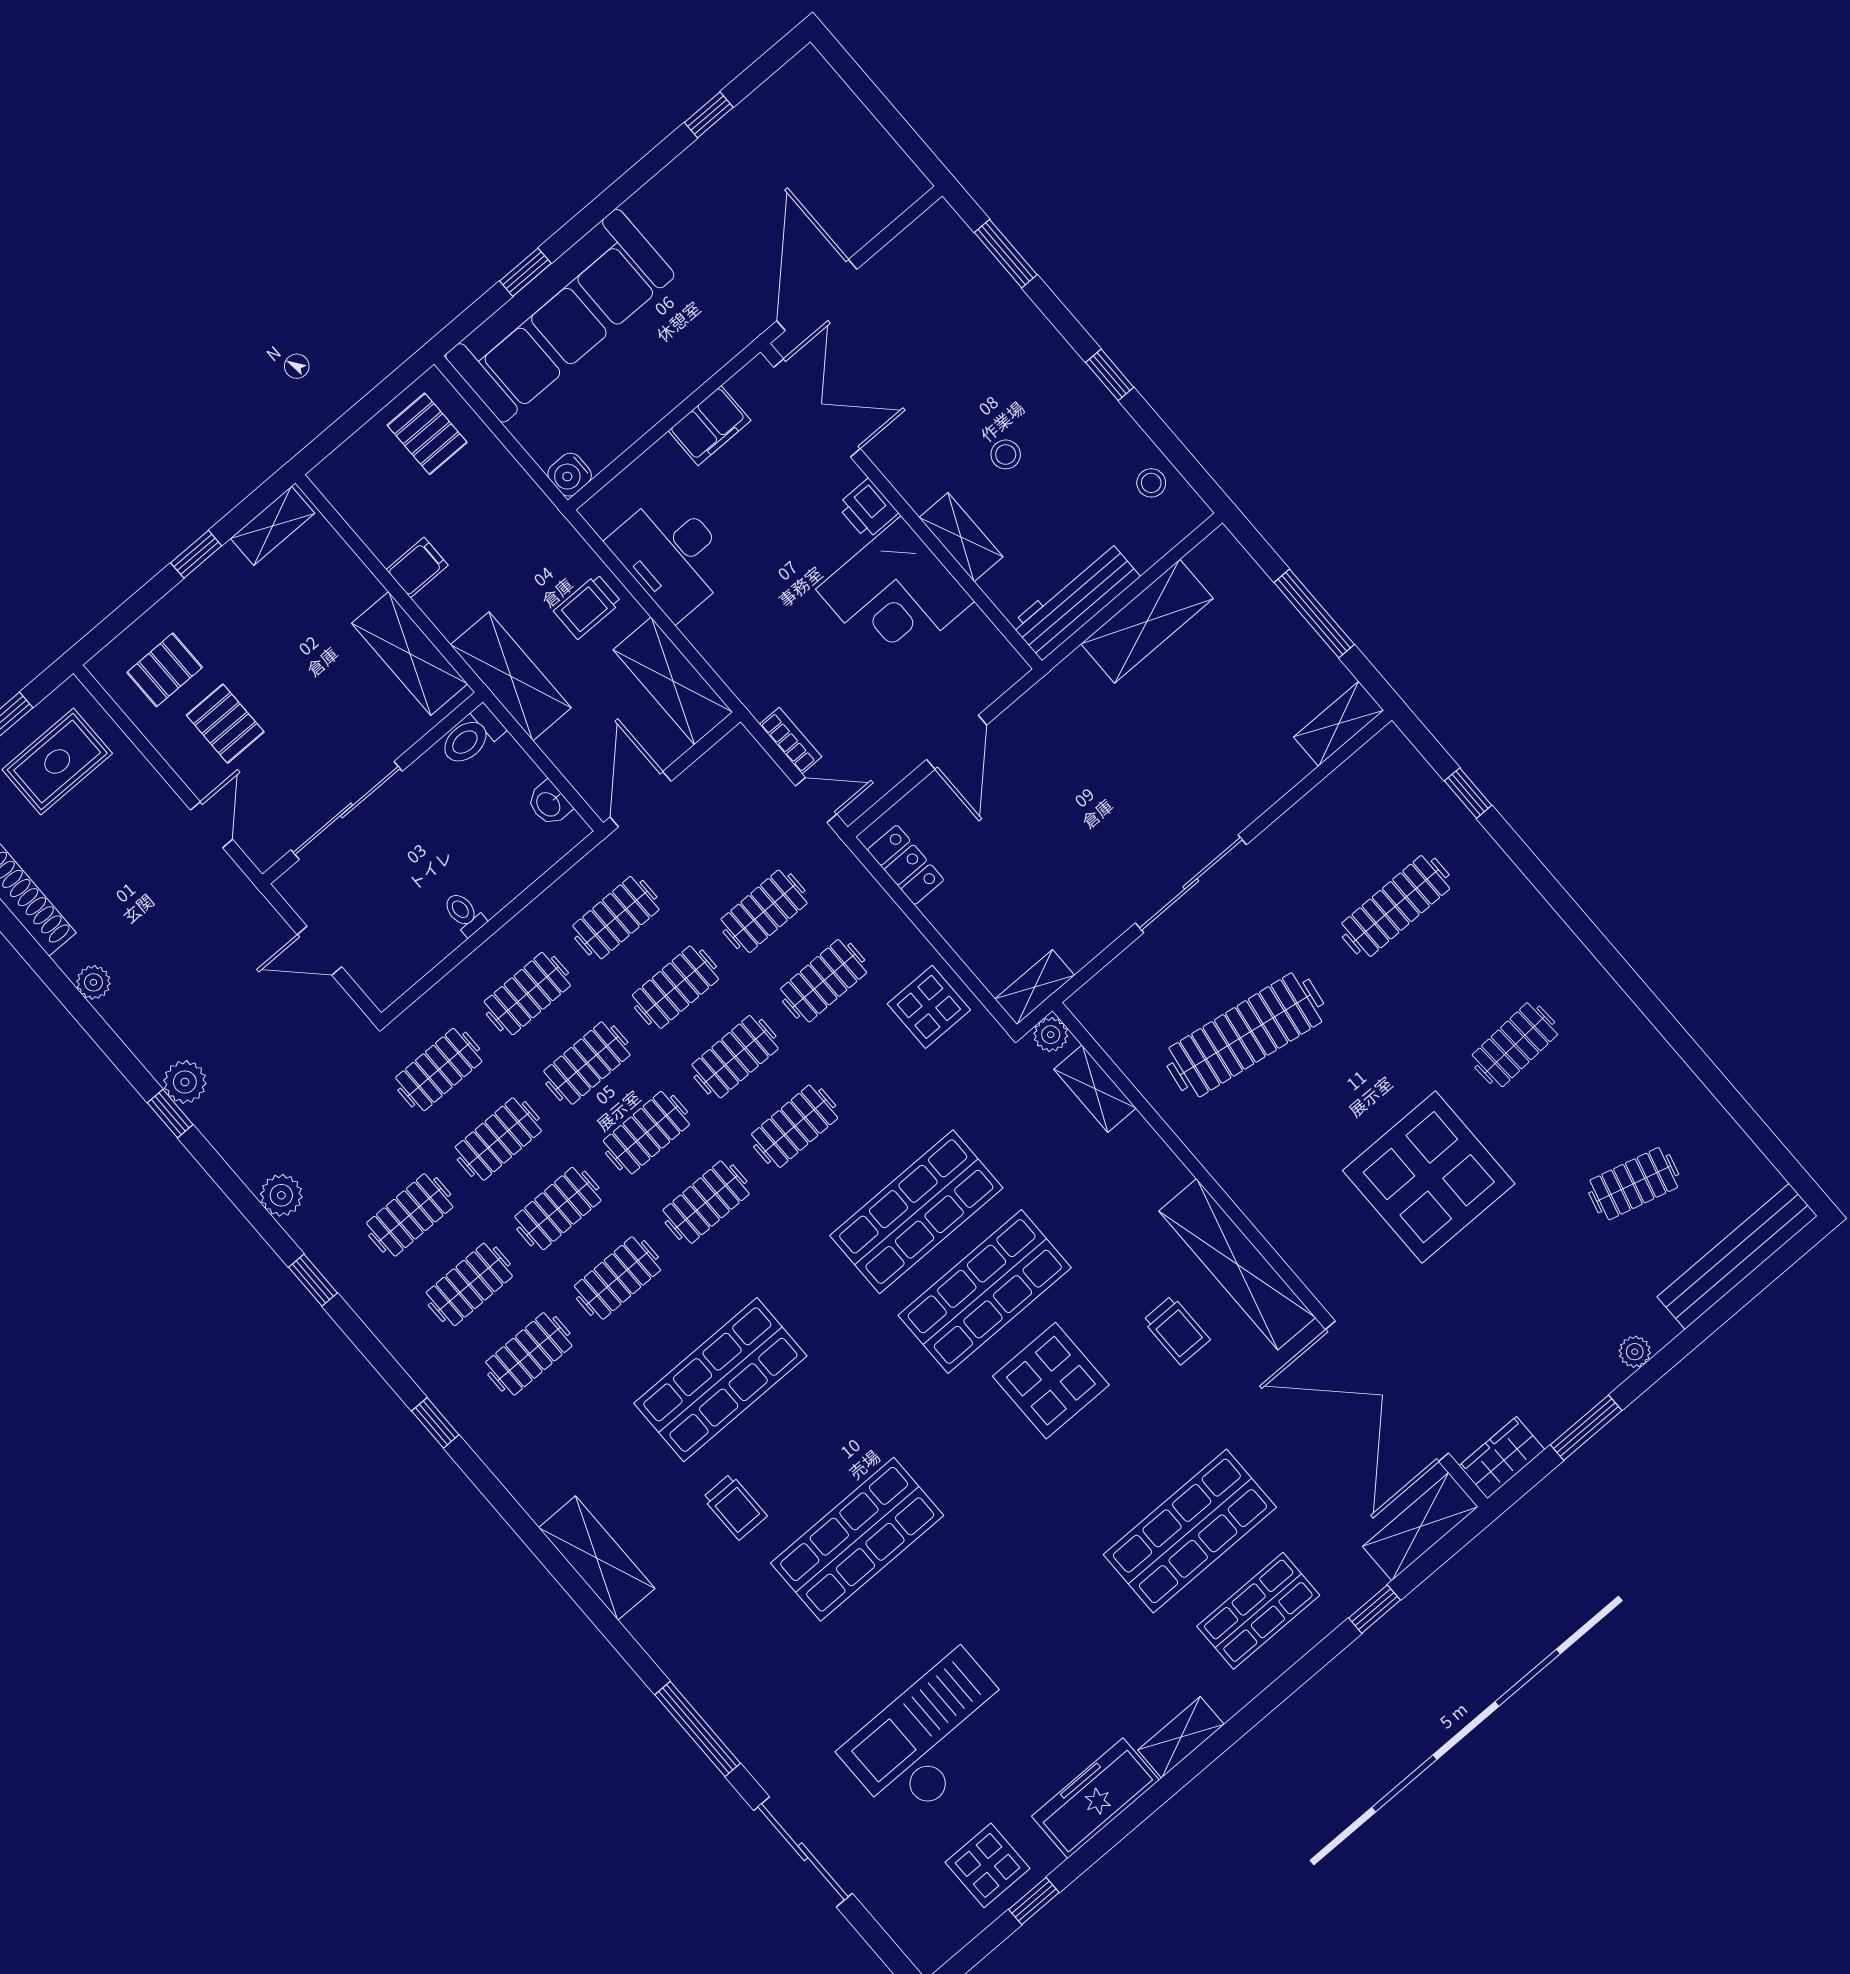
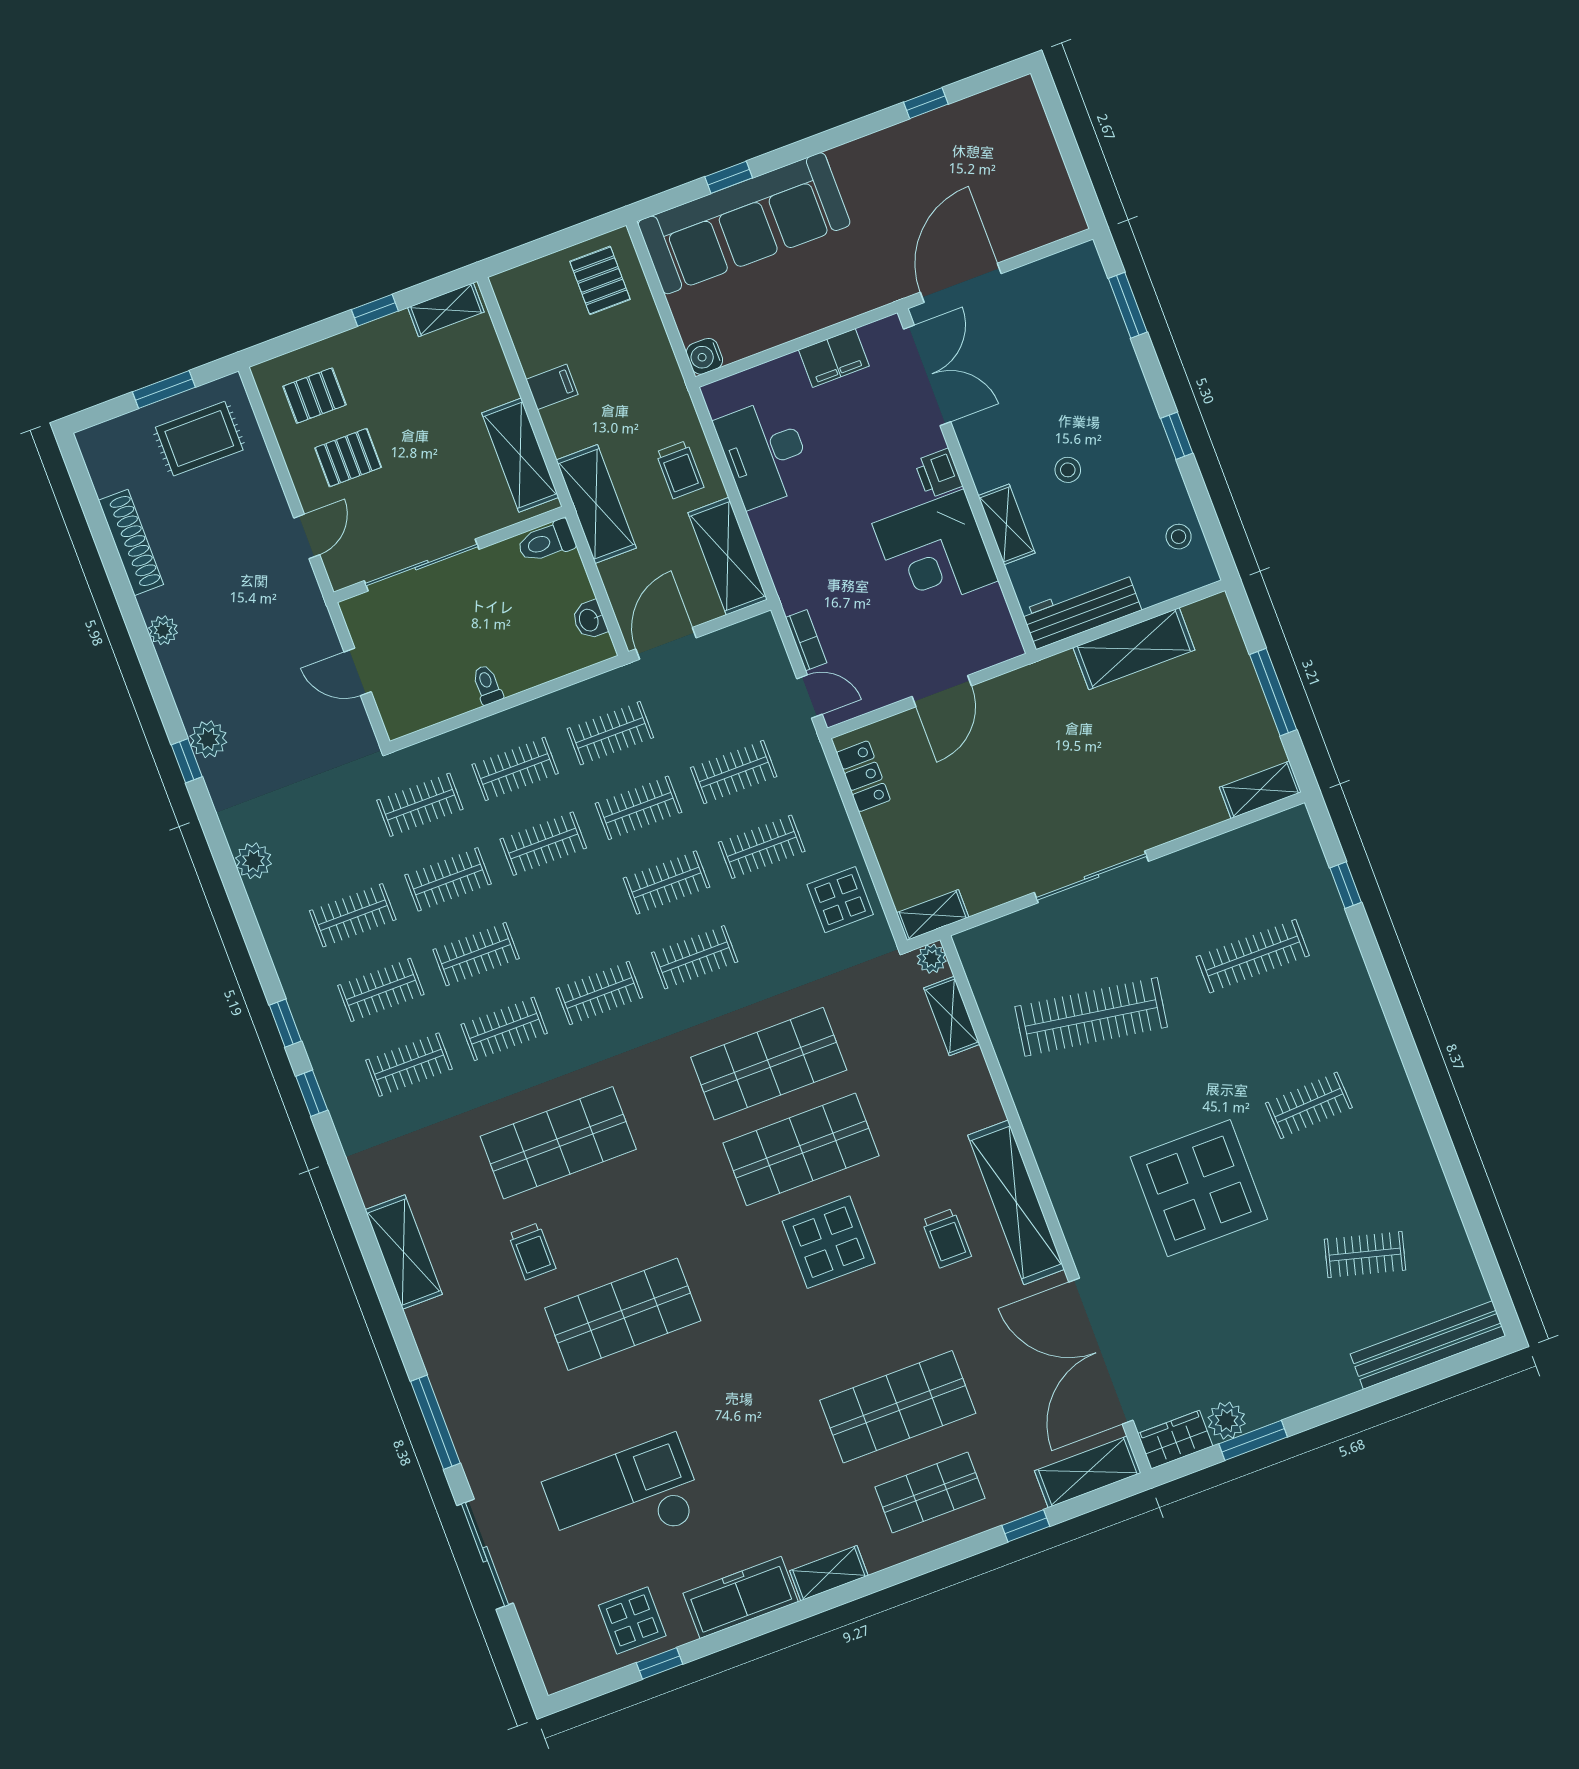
trolley: (587, 607) -> (680, 470), turned -90
pallet: (225, 724) -> (348, 458), turned 90
clothes rail: (646, 1133) -> (571, 918), removed
window: (313, 1280) -> (285, 1023), moved
plant: (1635, 1352) -> (1227, 1421), moved, width x1.38, depth x1.38

